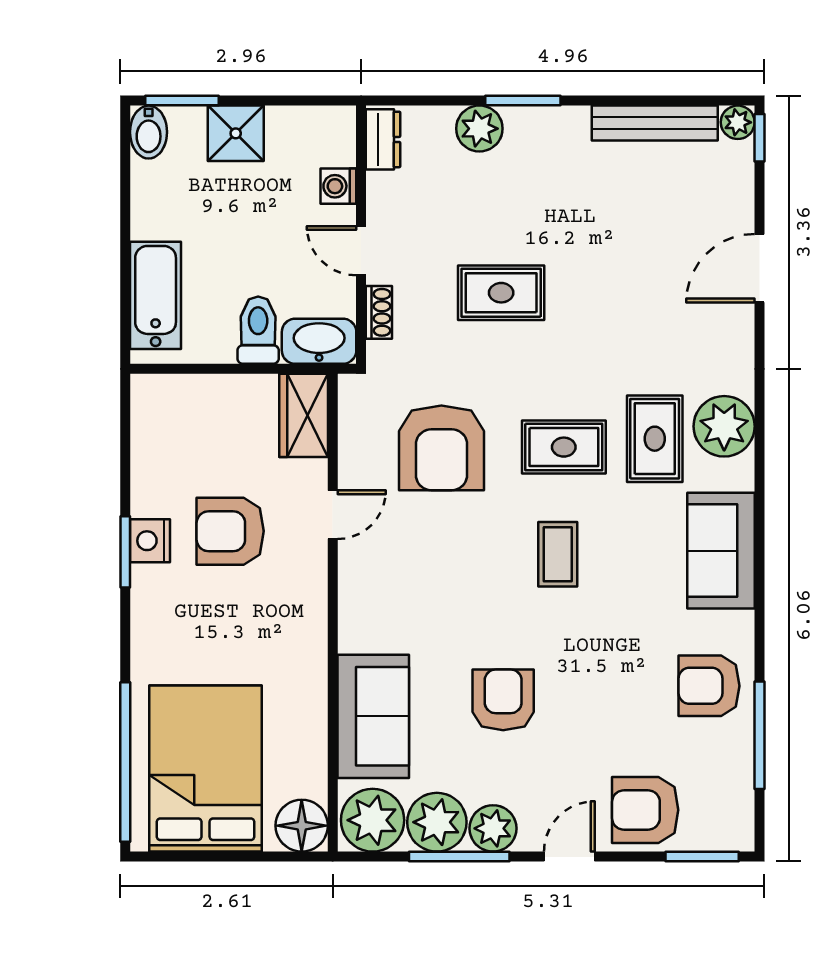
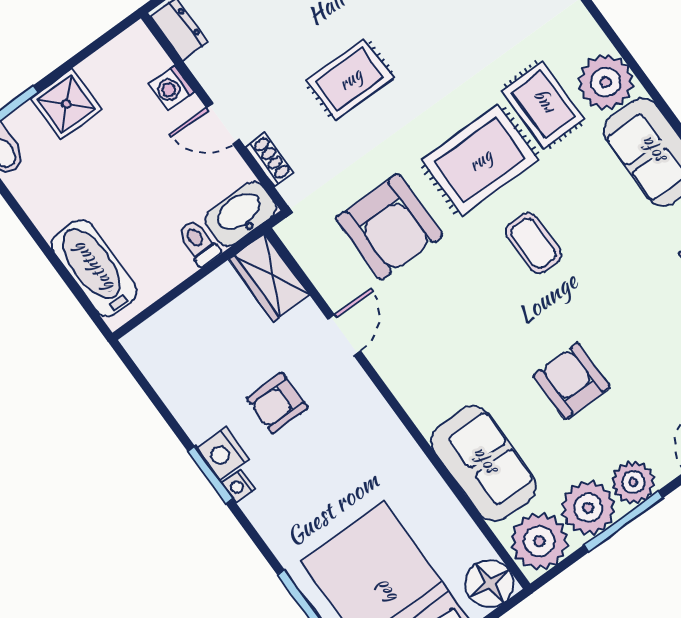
toilet: (258, 330) -> (198, 242), width x0.73, depth x0.72
plant: (724, 426) -> (606, 82), moved
rug: (564, 447) -> (480, 160), width x1.36, depth x1.43
armchair: (230, 531) -> (277, 403), width x0.72, depth x0.72
nightstand: (143, 579) -> (238, 486), added

